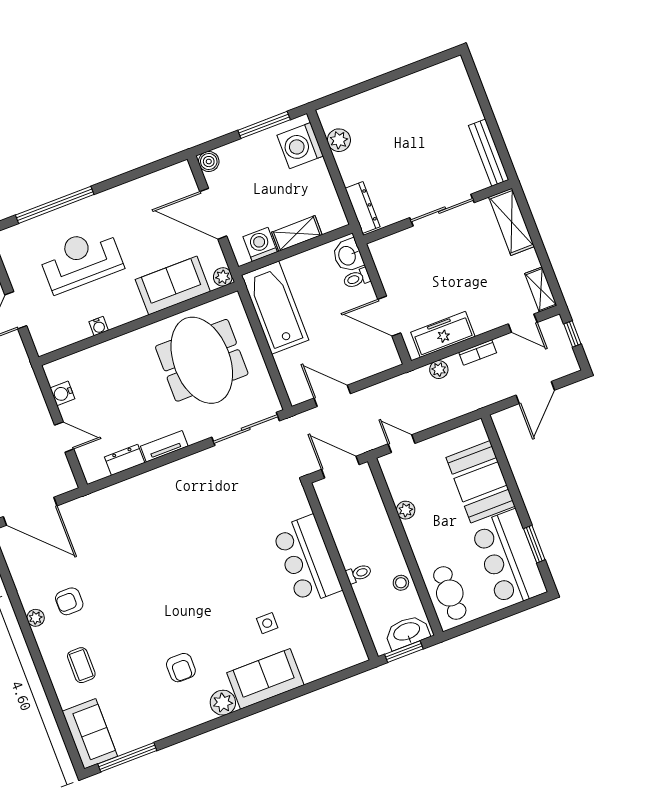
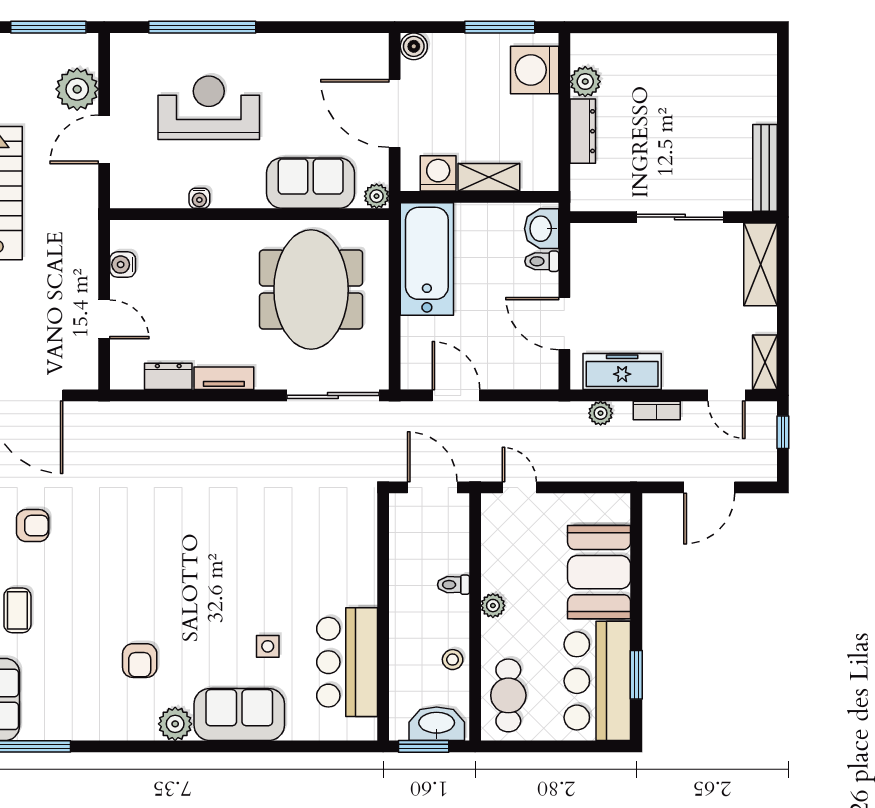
dresser: (363, 208) -> (583, 131), moved
plant: (406, 510) -> (493, 606), moved
bar counter: (307, 560) -> (347, 662), moved
toilet: (359, 574) -> (454, 585), moved, turned 180
armchair: (69, 601) -> (33, 526), turned 180

